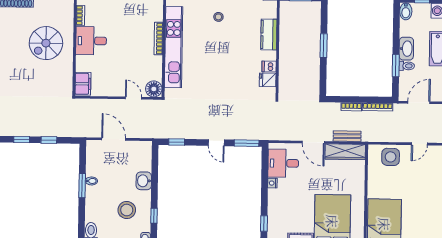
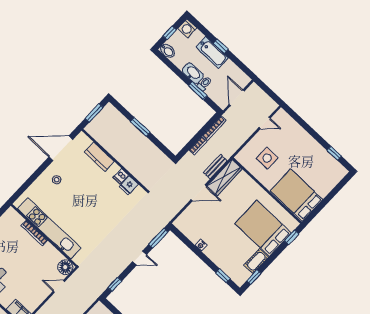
door: (419, 144) -> (265, 123), hinge flipped
side table: (391, 157) -> (267, 158), moved
desk: (283, 163) -> (194, 226), removed

